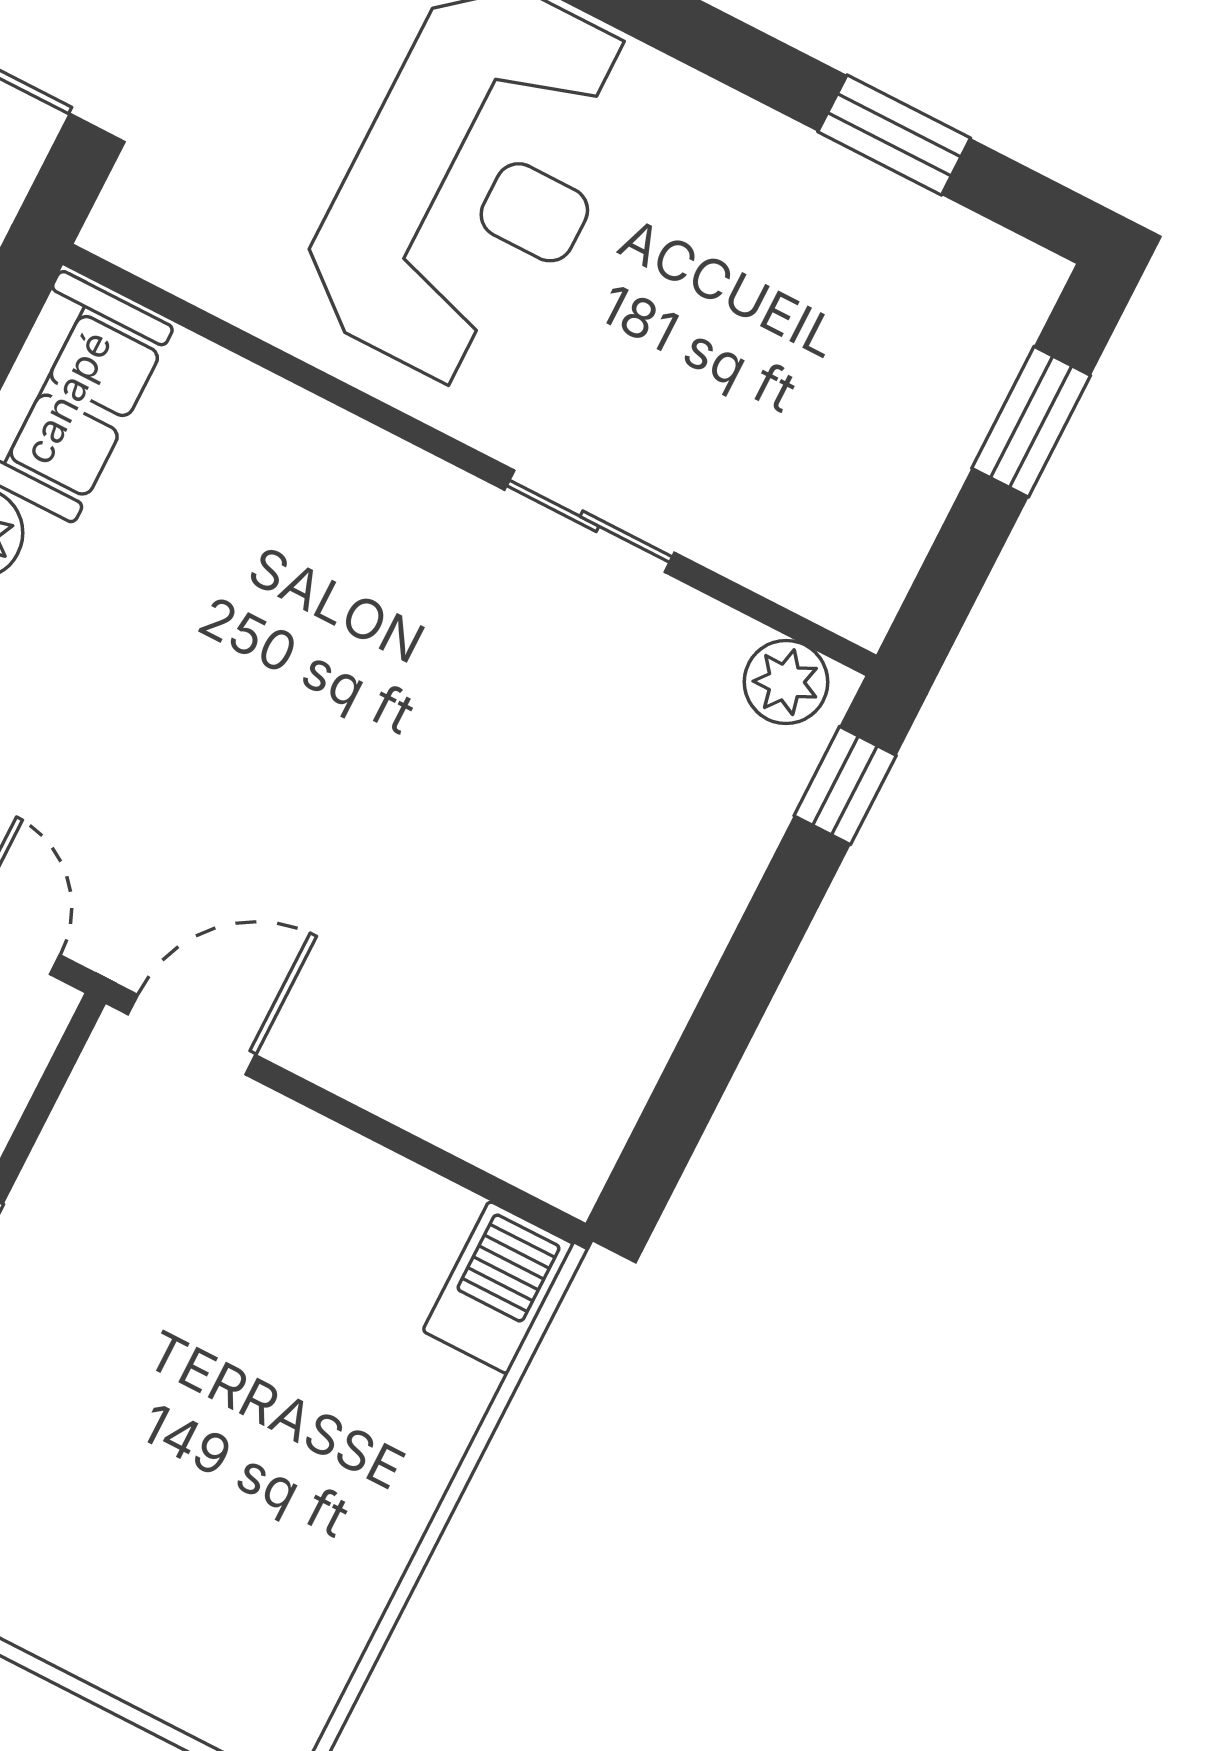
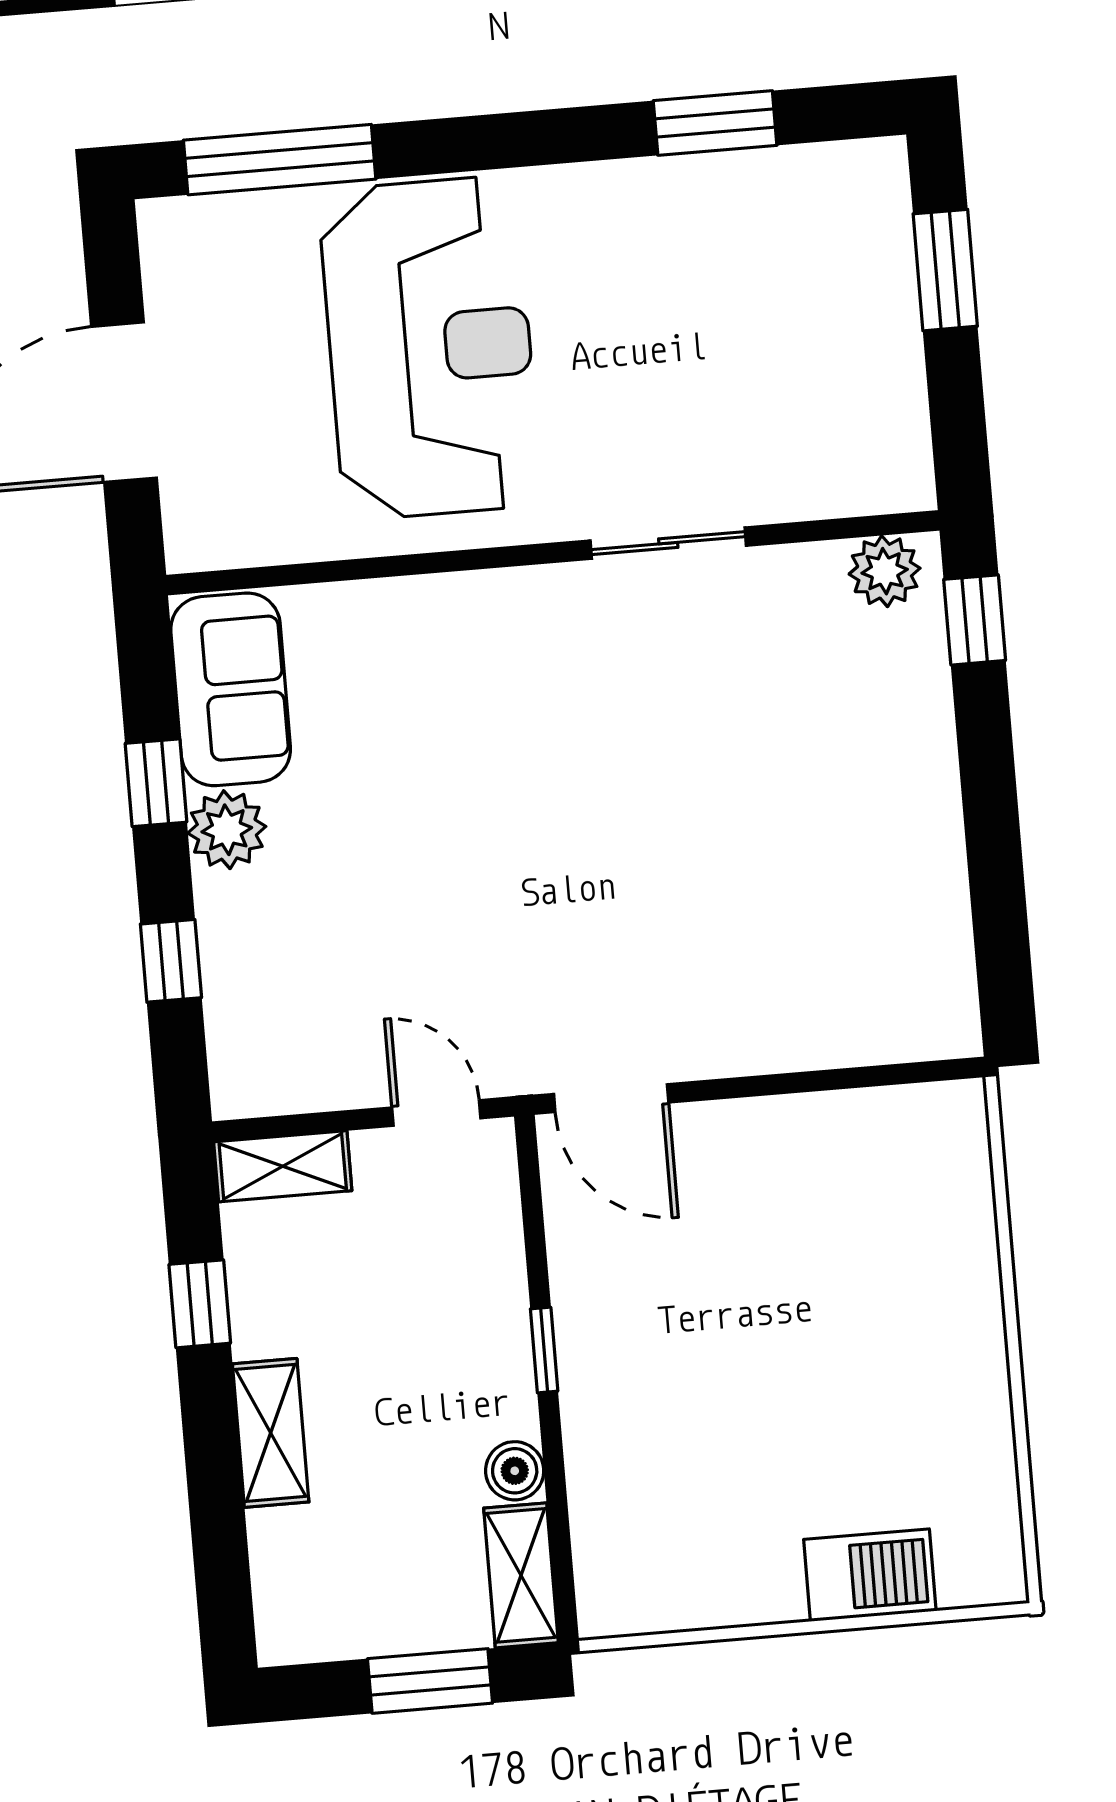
door: (192, 1035) -> (611, 1098), swing flipped
barbecue: (498, 1288) -> (870, 1575), moved, turned 90

